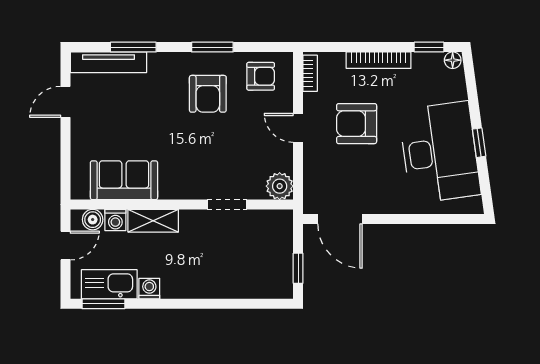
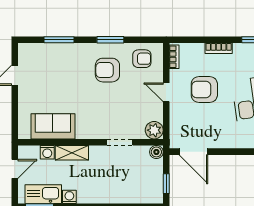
bookcase: (379, 60) -> (219, 48), width x0.64
tv unit: (109, 62) -> (43, 50), removed
armchair: (208, 94) -> (107, 70), turned 90
boiler: (93, 220) -> (156, 152), moved

